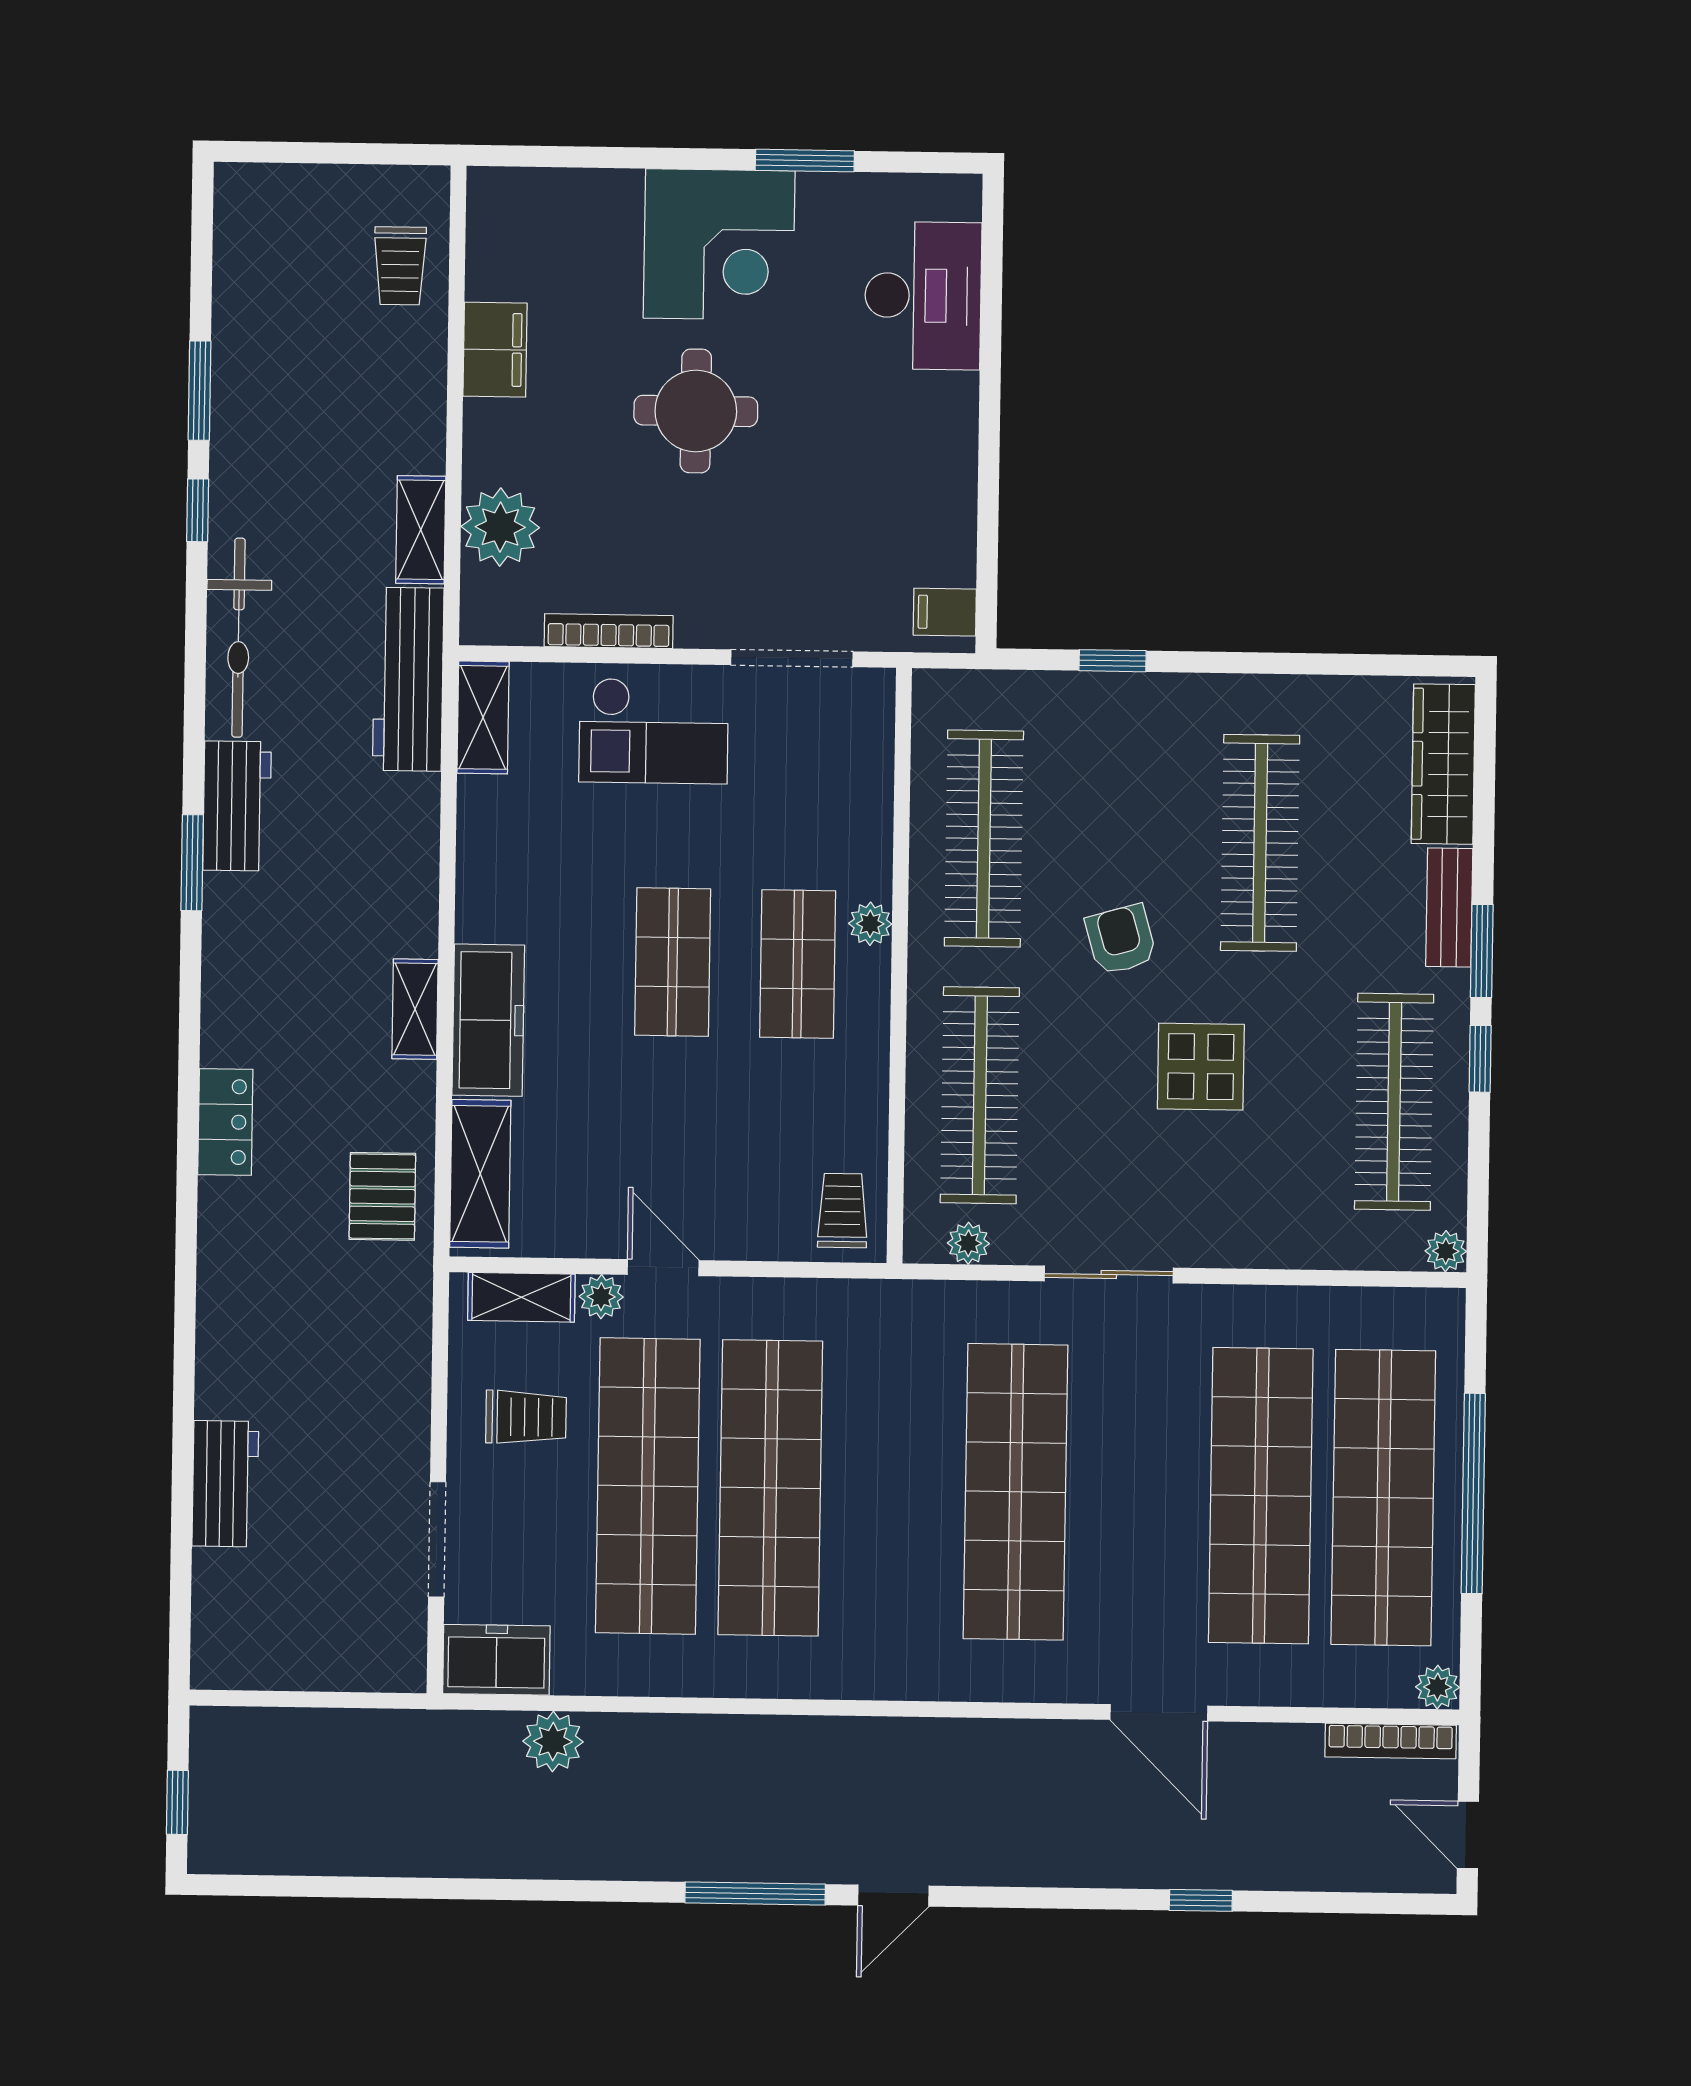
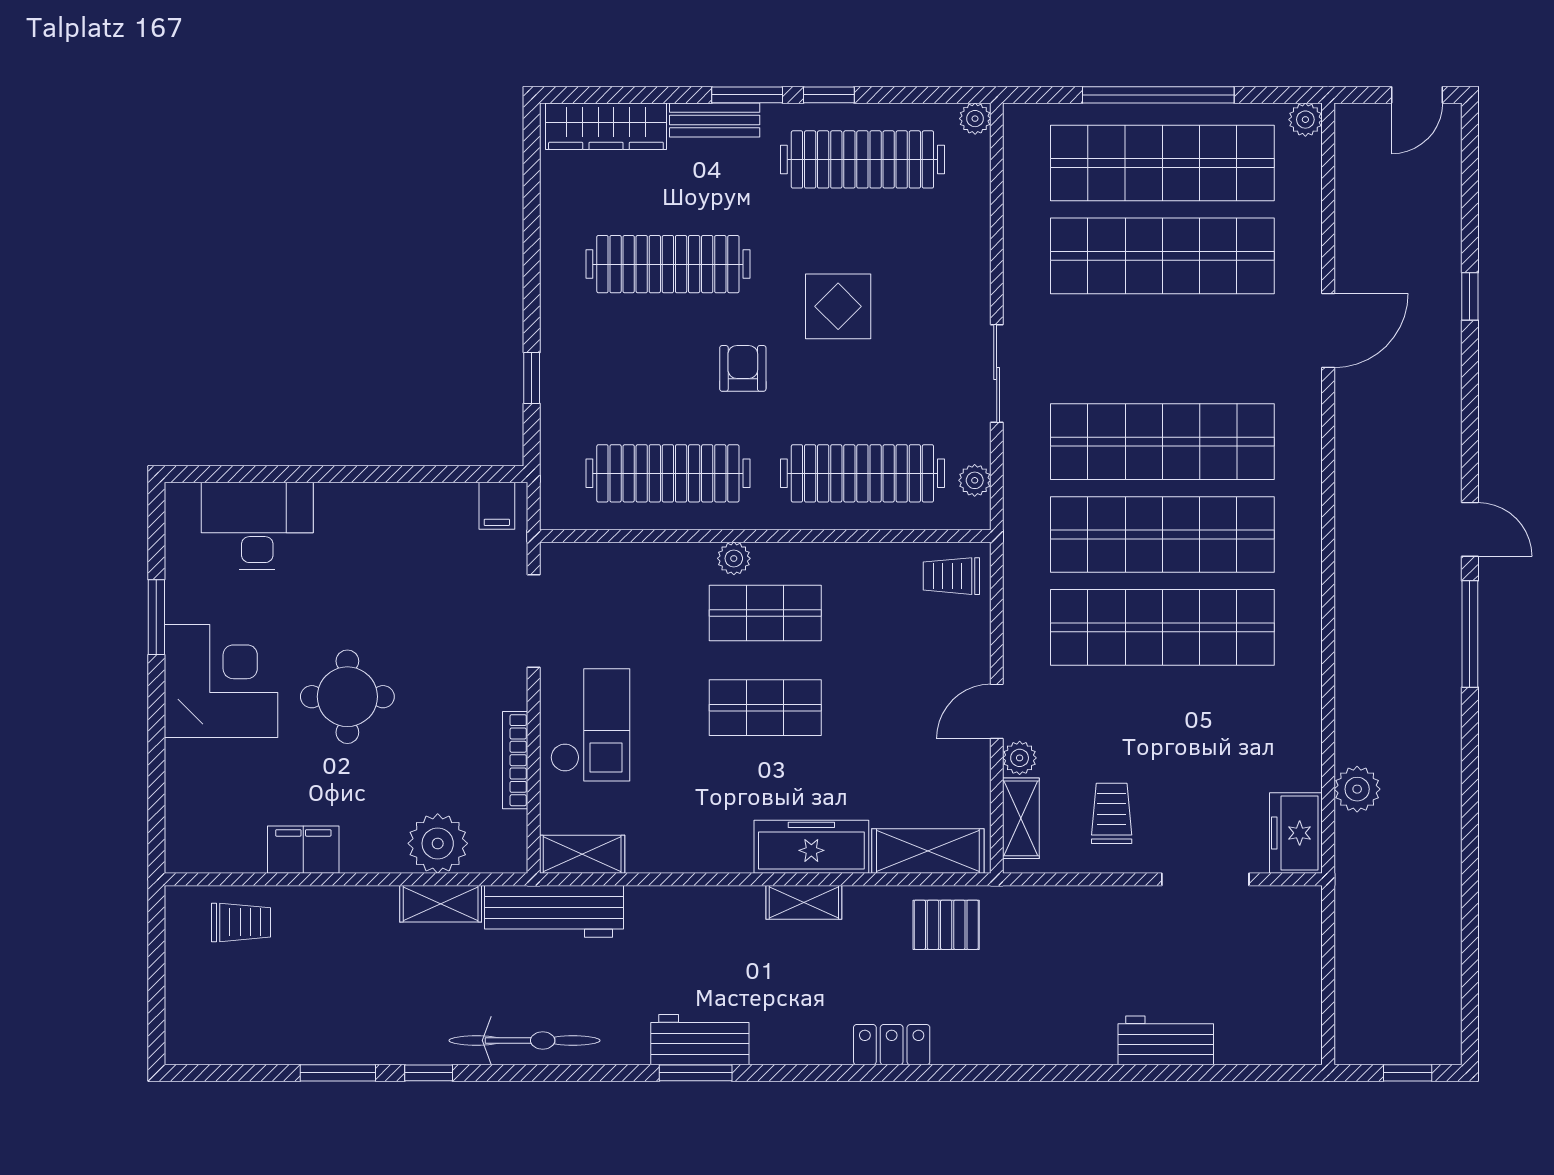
workbench: (237, 806) -> (700, 1040), moved
armchair: (1121, 940) -> (743, 368), turned 106
shop shelf: (648, 1486) -> (1162, 535), moved
bookcase: (1391, 1741) -> (1347, 155), removed

